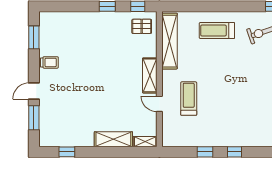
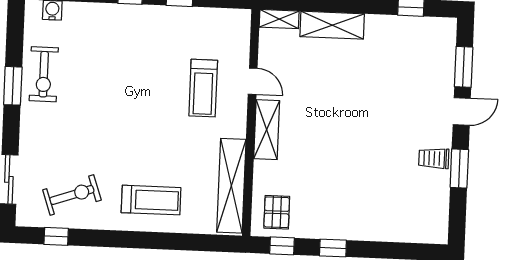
pallet: (142, 26) -> (277, 212), turned 90
window: (34, 37) -> (459, 168), moved

